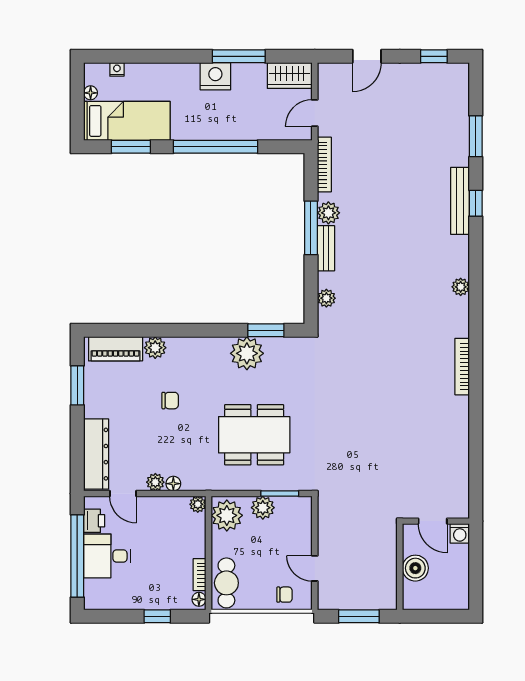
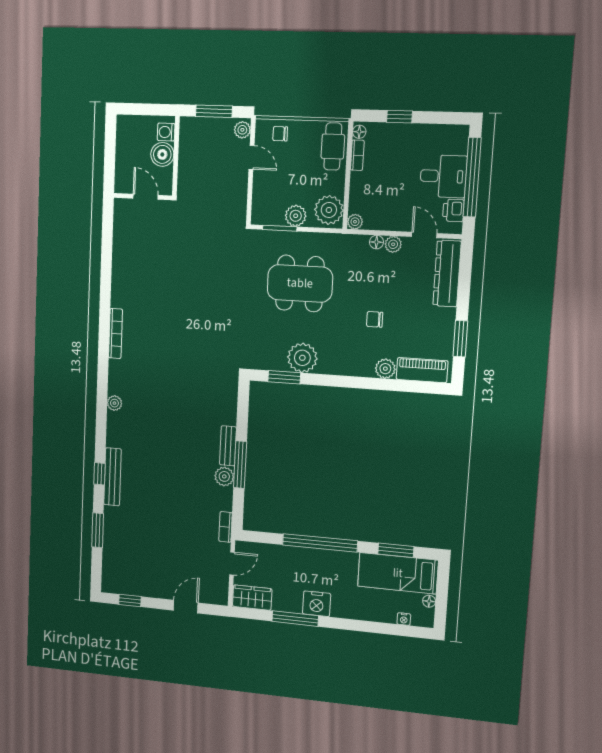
bookcase: (324, 165) -> (226, 527), width x0.64
plant: (326, 298) -> (242, 130), moved
washing machine: (460, 533) -> (166, 132), moved, turned -90

